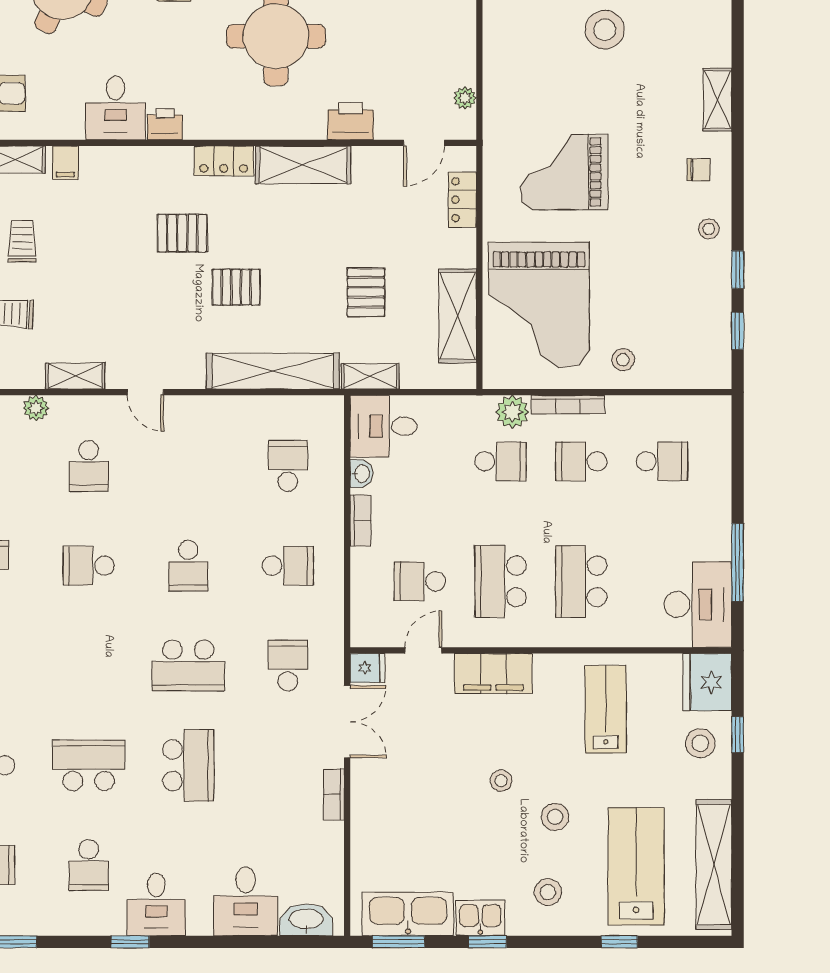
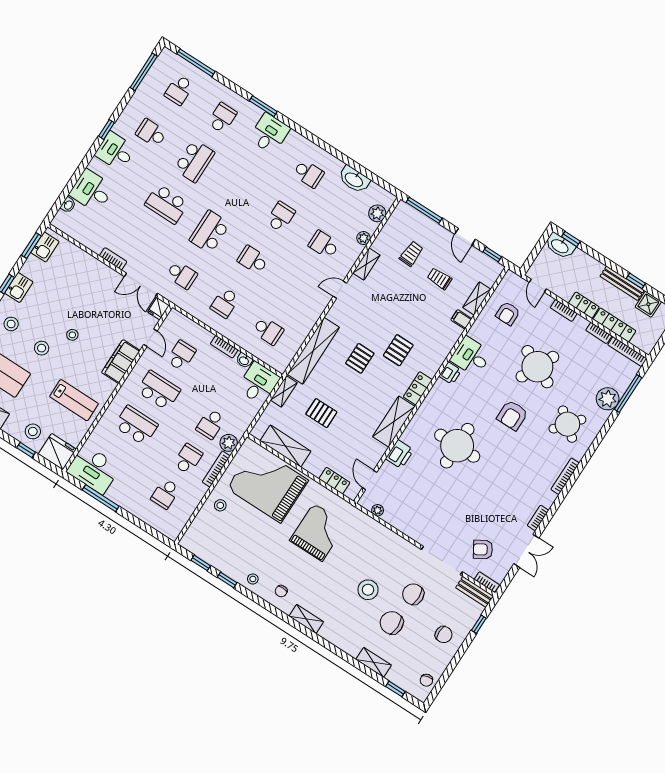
trolley: (22, 241) -> (440, 279), turned 180
kitchen sink: (408, 914) -> (45, 247), width x0.53, depth x0.81
washbasin: (306, 920) -> (68, 205), width x0.52, depth x0.69

